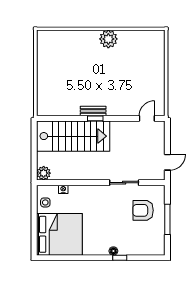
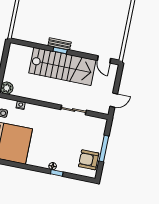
door: (147, 118) -> (104, 59), swing flipped
stairs: (73, 136) -> (62, 67), moved
armchair: (143, 210) -> (89, 160), moved

